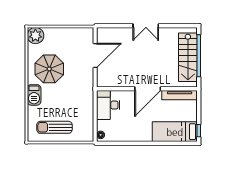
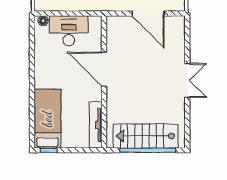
double door: (146, 26) -> (187, 80), swing flipped
door: (148, 89) -> (104, 69), moved
desk: (108, 105) -> (69, 31), moved

